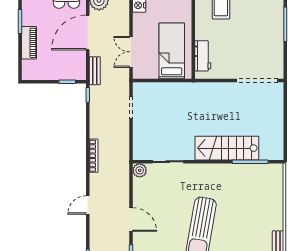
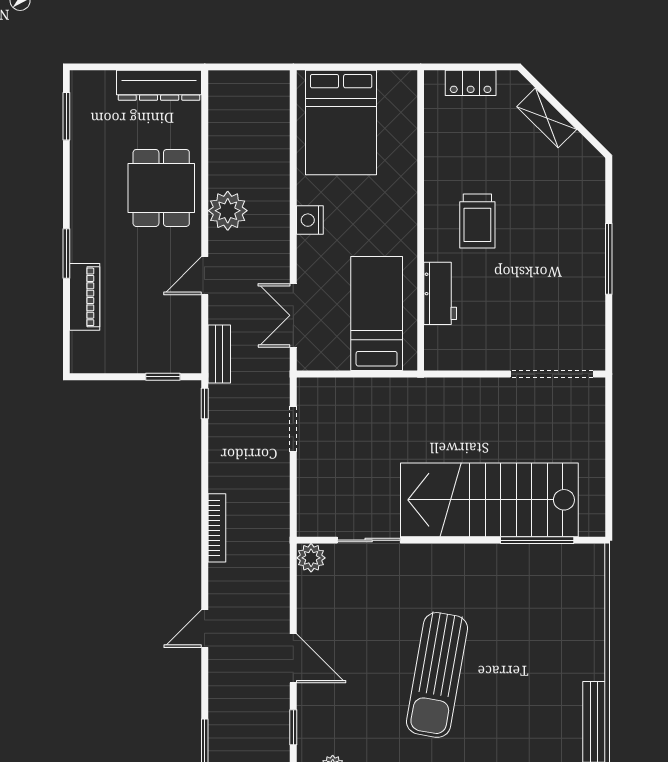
door: (88, 32) -> (205, 276), width x0.53
workbench: (203, 56) -> (440, 293), moved
stairs: (227, 148) -> (489, 500), width x1.36, depth x1.51

